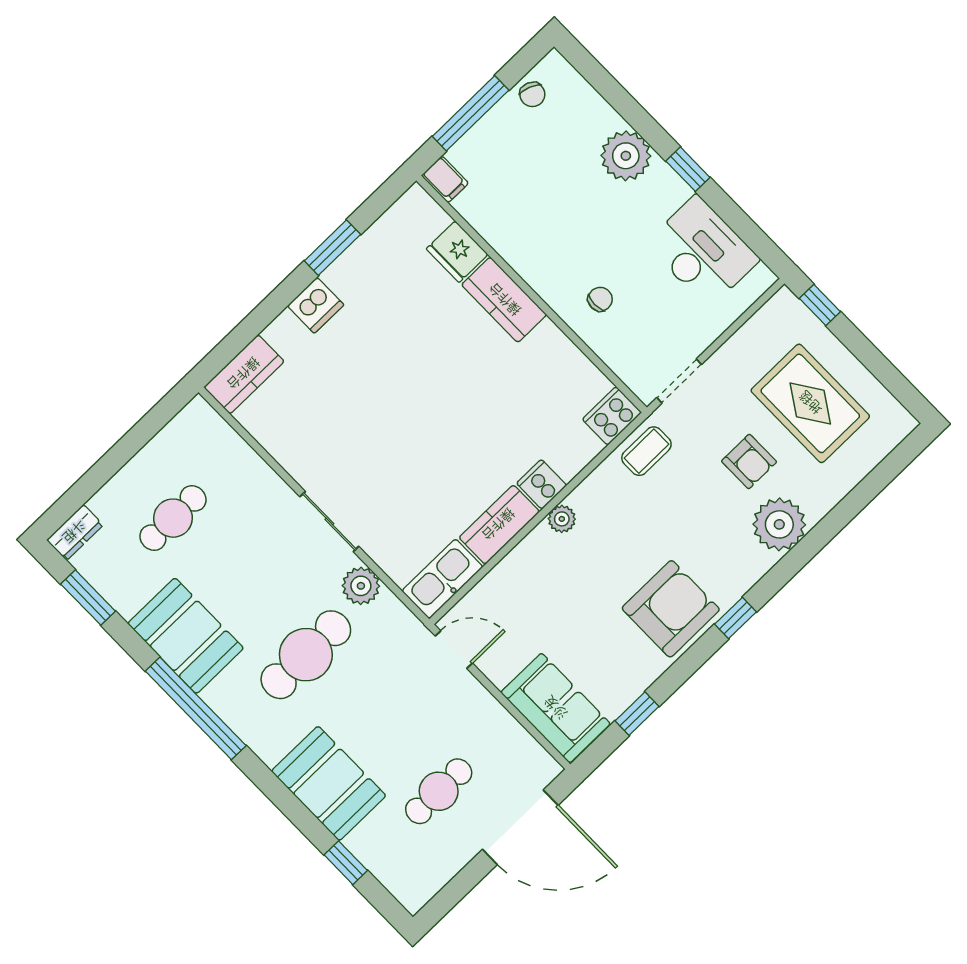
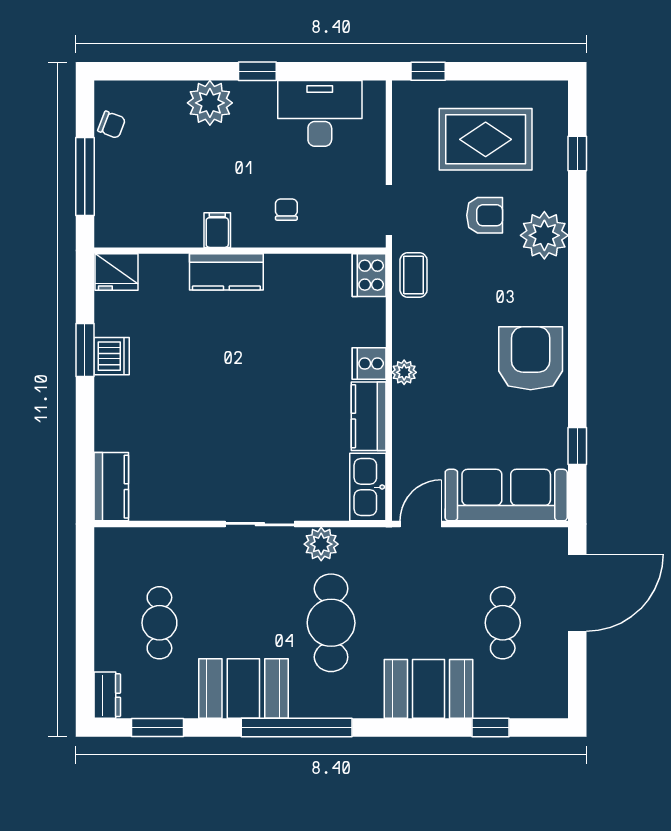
filing cabinet: (445, 179) -> (217, 230), moved, turned -90
fridge: (457, 252) -> (116, 272), moved
dishwasher: (316, 305) -> (112, 356), moved
window: (735, 618) -> (577, 154), moved
sofa: (555, 708) -> (506, 495), width x1.36

